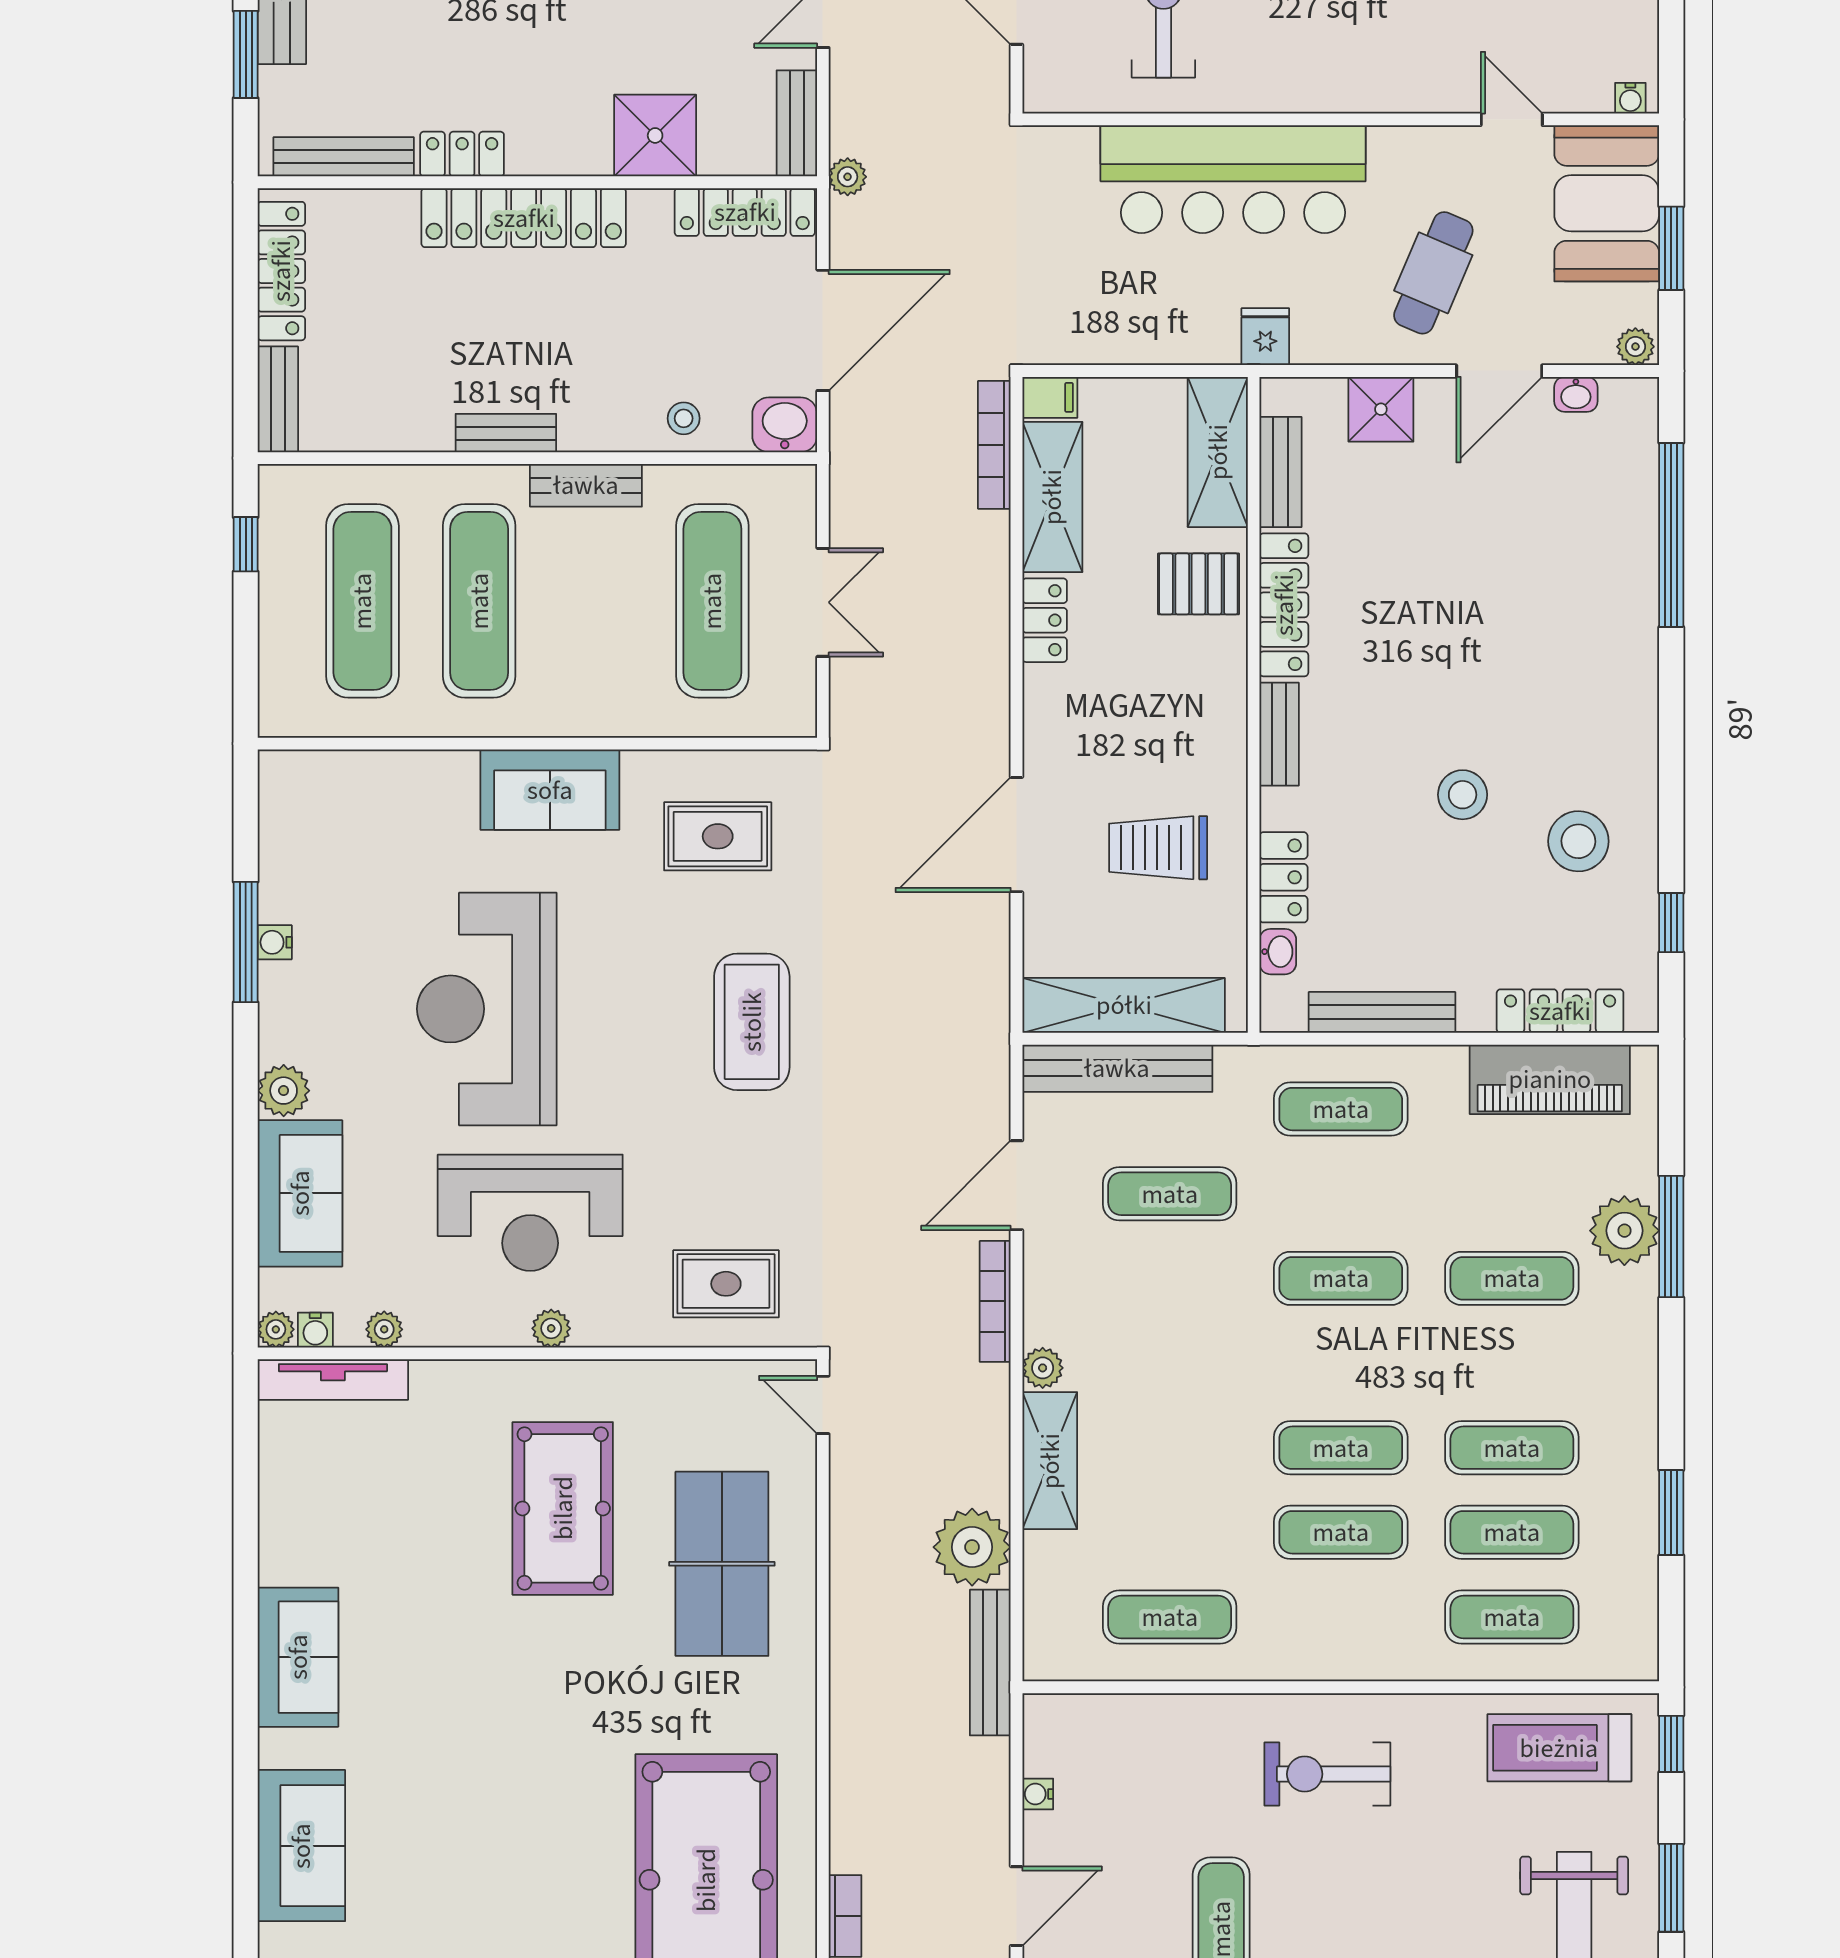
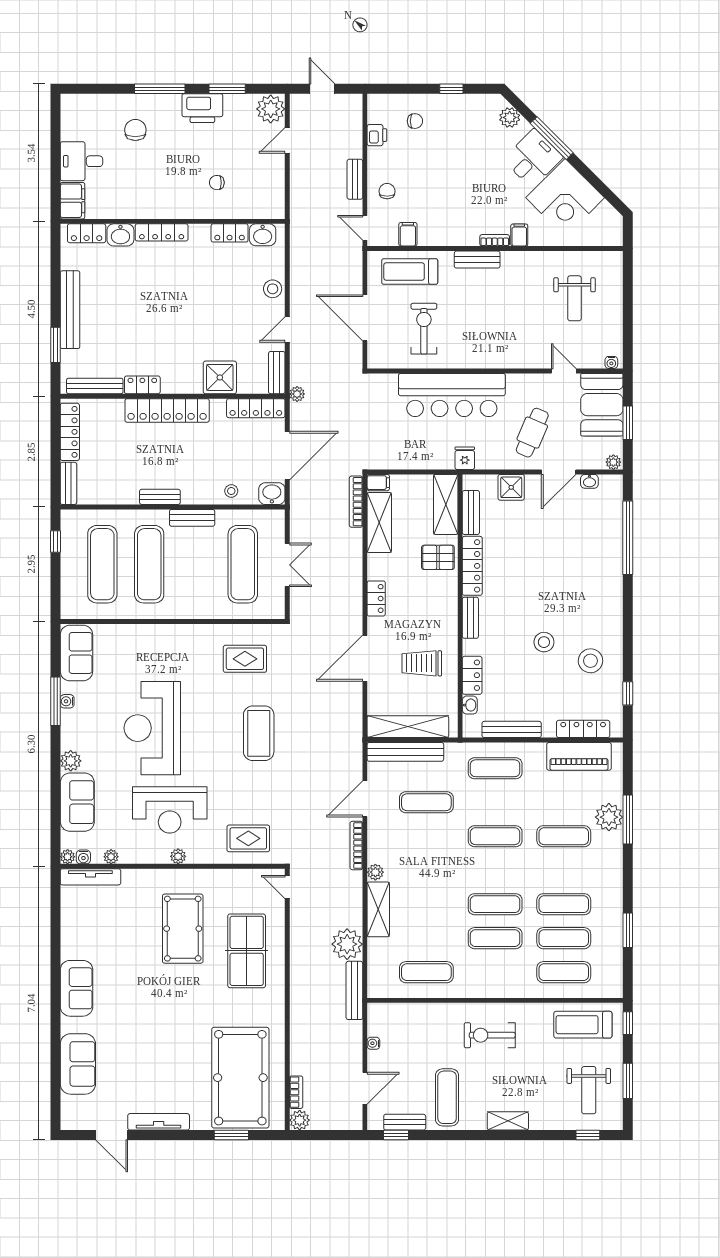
locker: (1045, 620) -> (376, 598), moved
sofa: (550, 790) -> (76, 653), moved, turned -90

